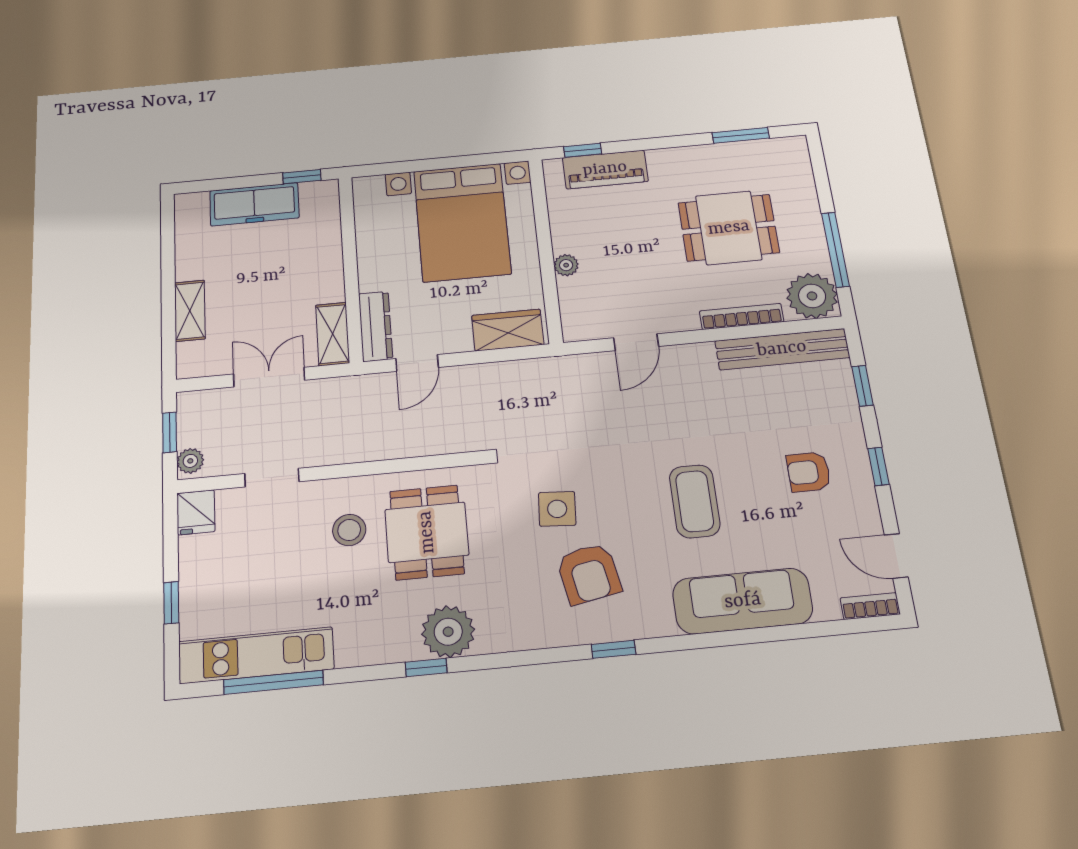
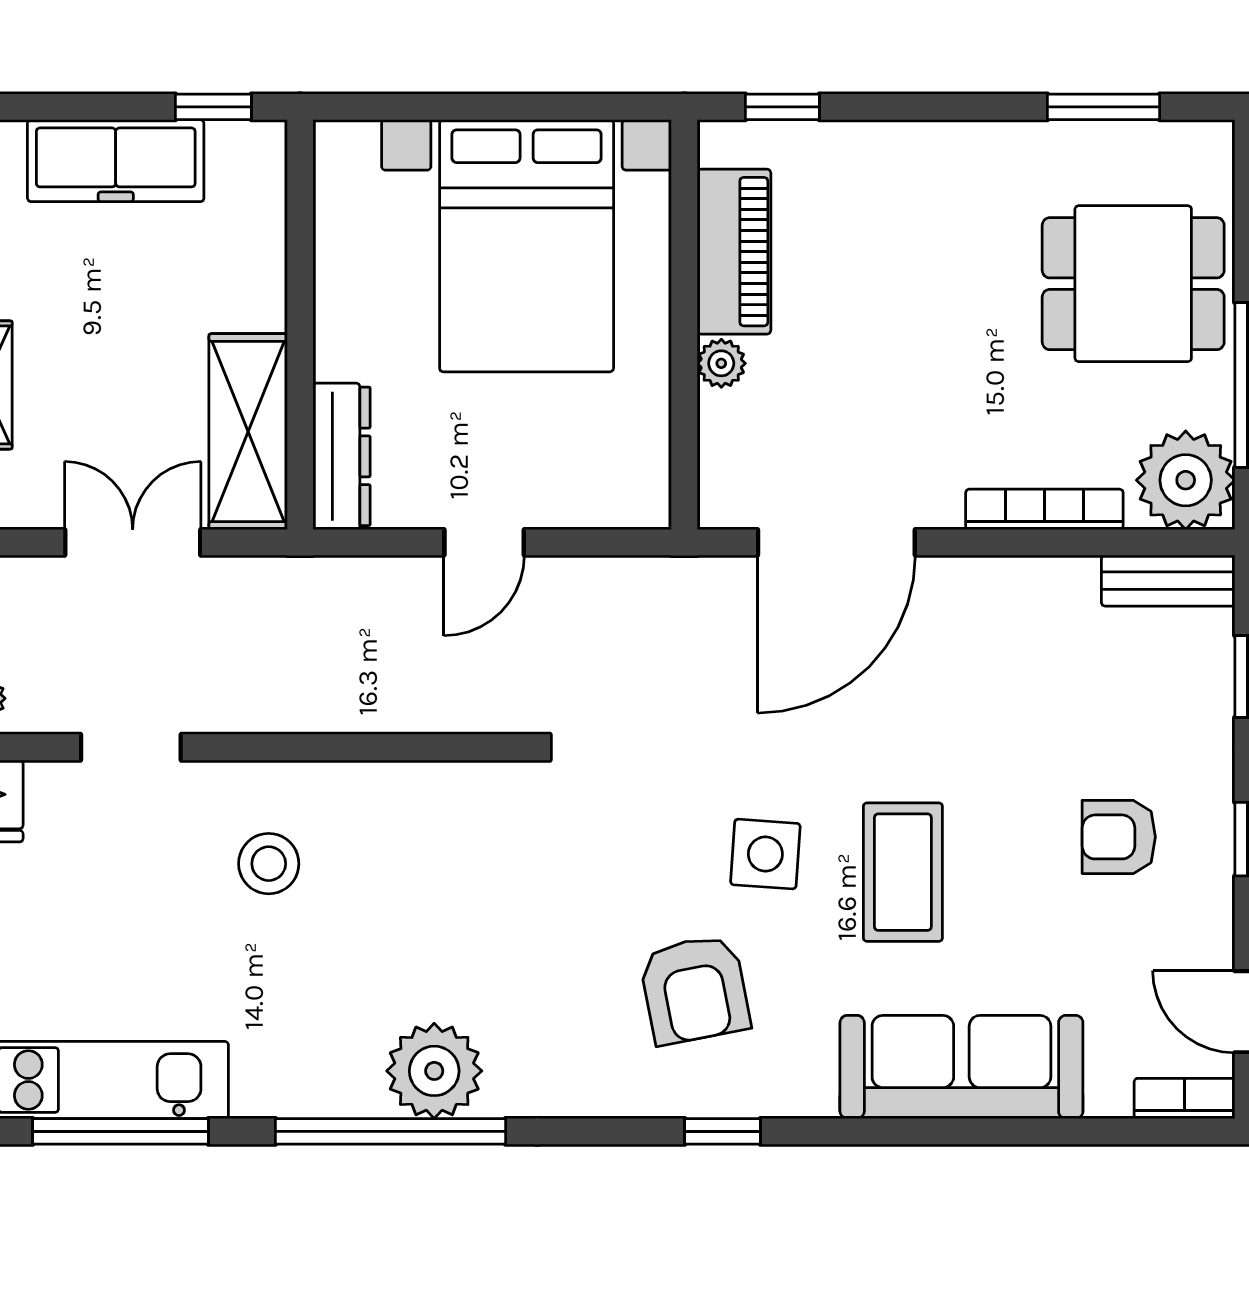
piano: (605, 169) -> (734, 252), moved, turned -90
dining table: (729, 228) -> (1133, 284), moved
wardrobe: (508, 330) -> (595, 491), removed
shelving: (333, 334) -> (248, 432), width x1.50, depth x1.33
door: (636, 342) -> (836, 542), width x1.87
bench: (782, 349) -> (1168, 581), width x0.54, depth x0.82
door: (417, 363) -> (484, 542), moved
side table: (557, 509) -> (765, 854), moved
dining table: (427, 532) -> (410, 882), removed
window: (426, 667) -> (390, 1131), width x3.17

